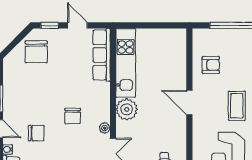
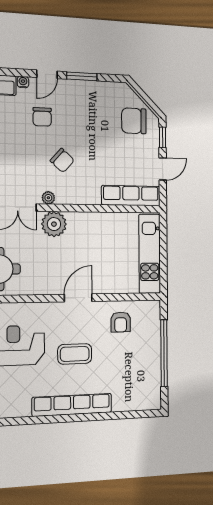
kitchen unit: (126, 63) -> (150, 254), moved, turned 90
plant: (127, 109) -> (54, 224), moved
chair: (73, 116) -> (62, 160), turned -138

